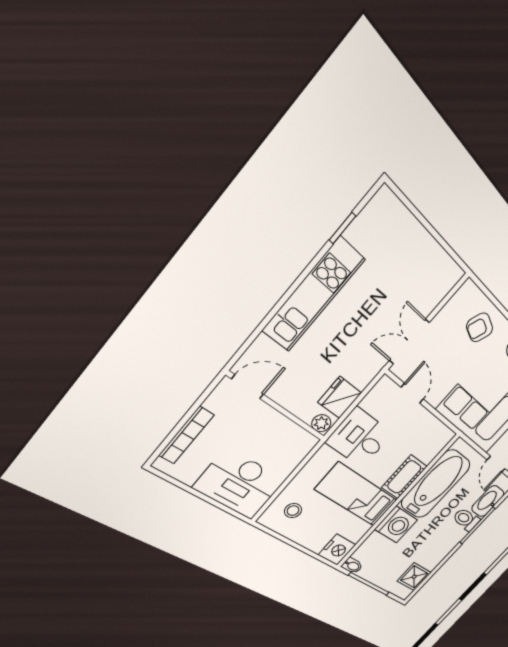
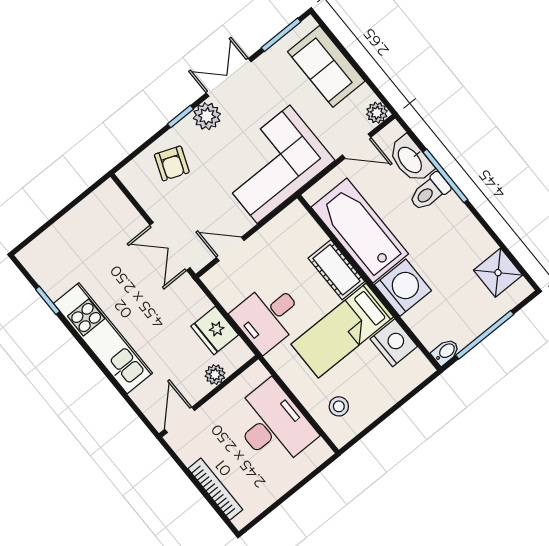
plant: (321, 423) -> (215, 375), moved
desk: (240, 484) -> (273, 425), moved, turned -90
nightstand: (337, 550) -> (394, 343), moved

